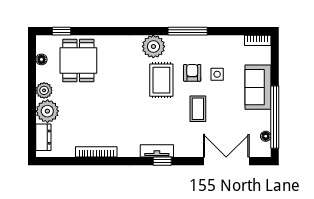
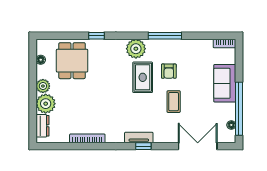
window: (62, 31) -> (97, 36), moved
armchair: (192, 73) -> (169, 71), turned 180
side table: (217, 74) -> (190, 72), removed

